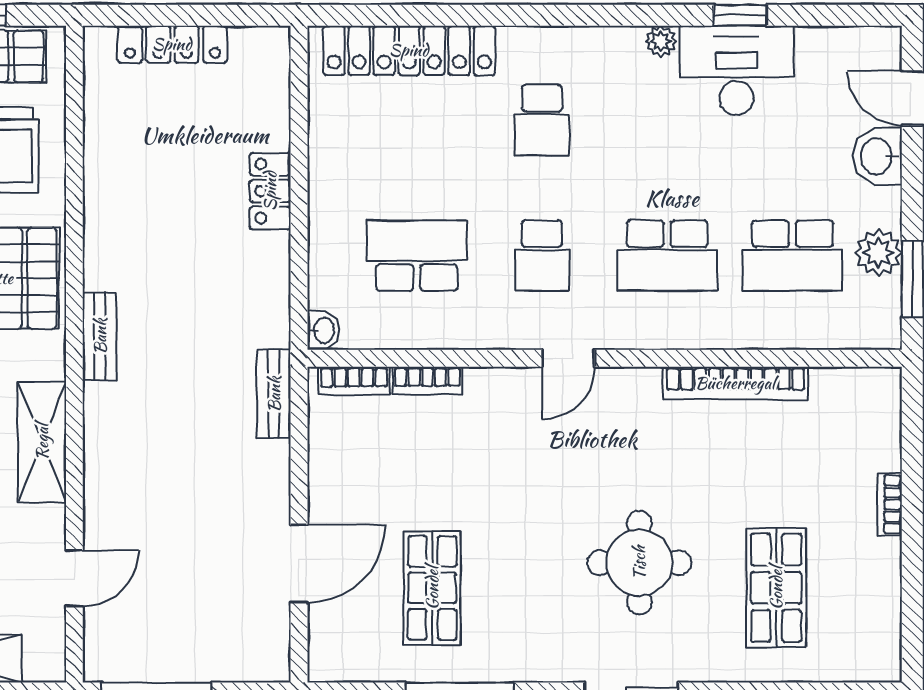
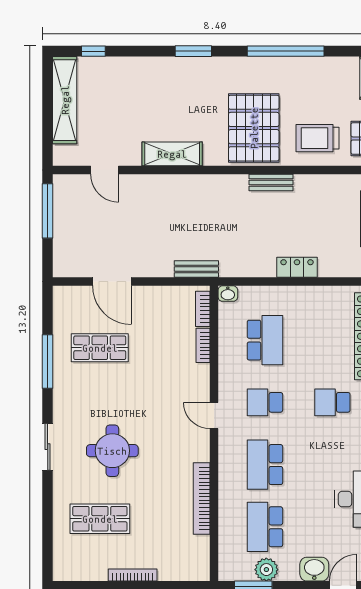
bench: (100, 336) -> (271, 182), moved
bookcase: (889, 504) -> (133, 575), width x1.56

